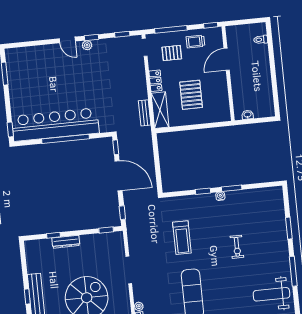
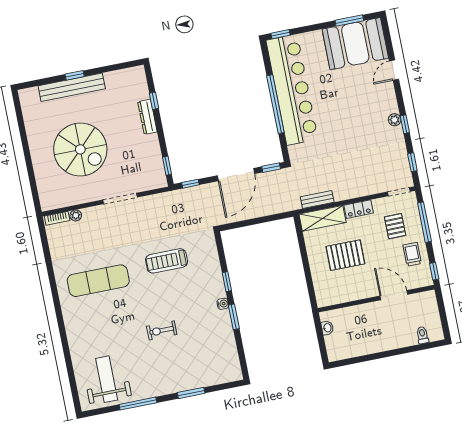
door: (67, 40) -> (394, 70), moved
booth: (23, 71) -> (355, 44), added

